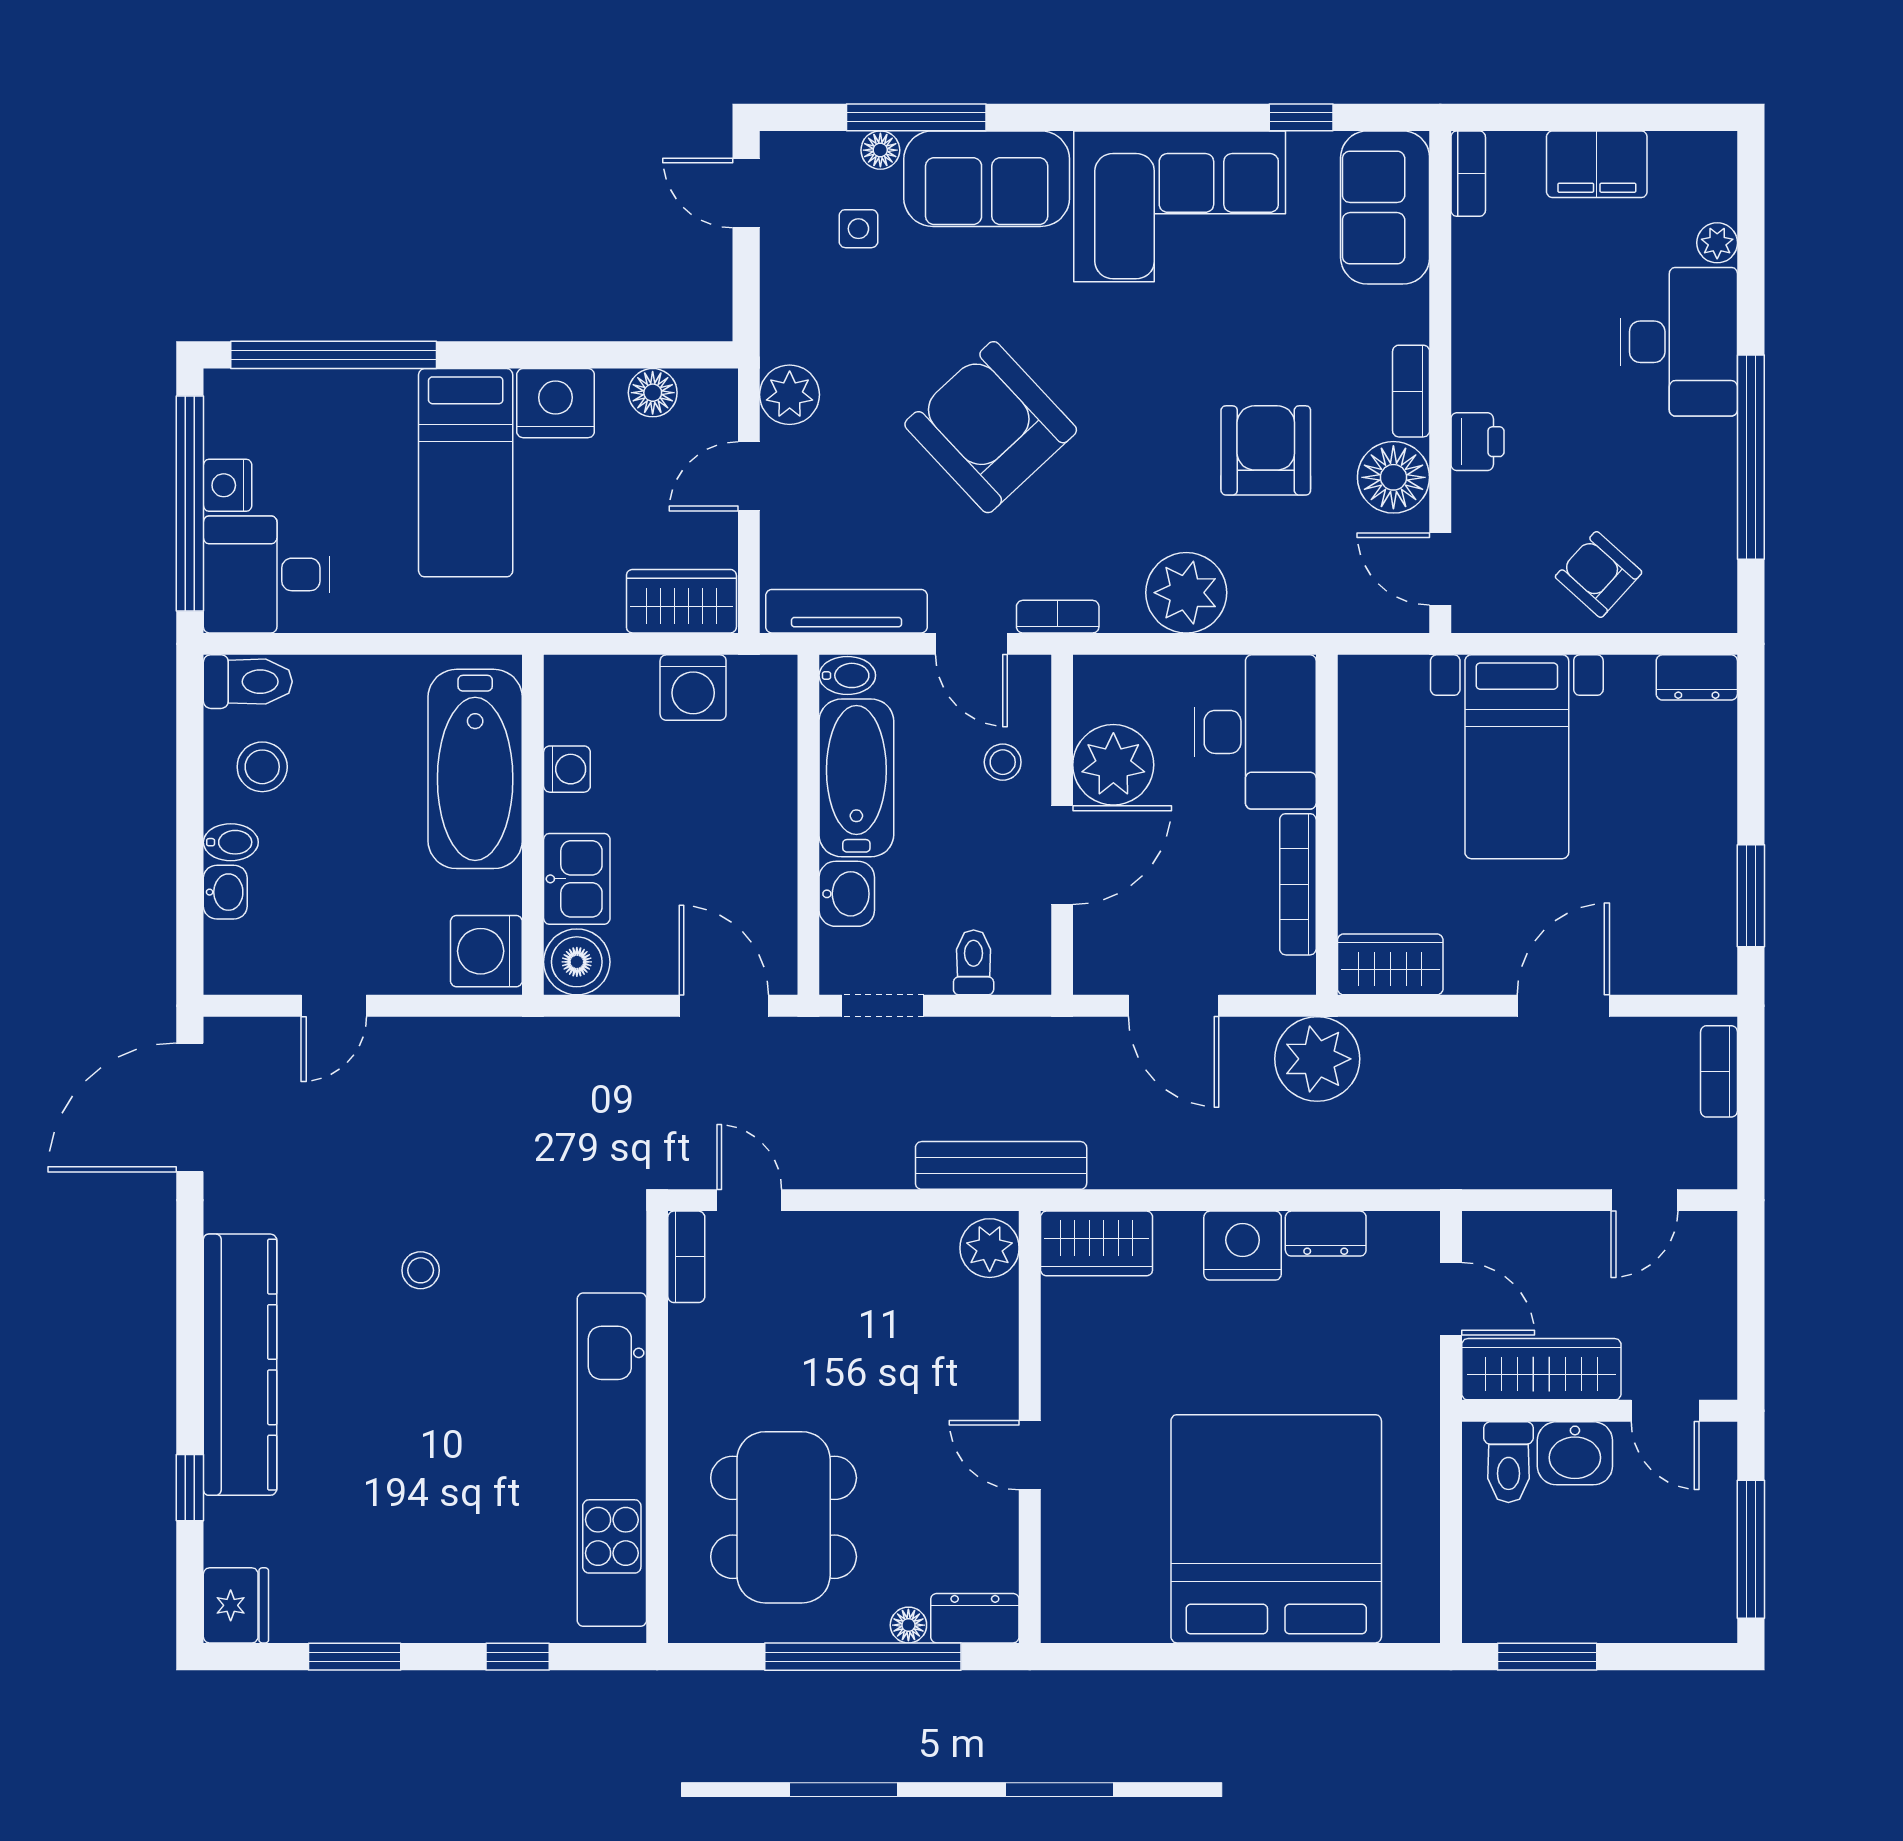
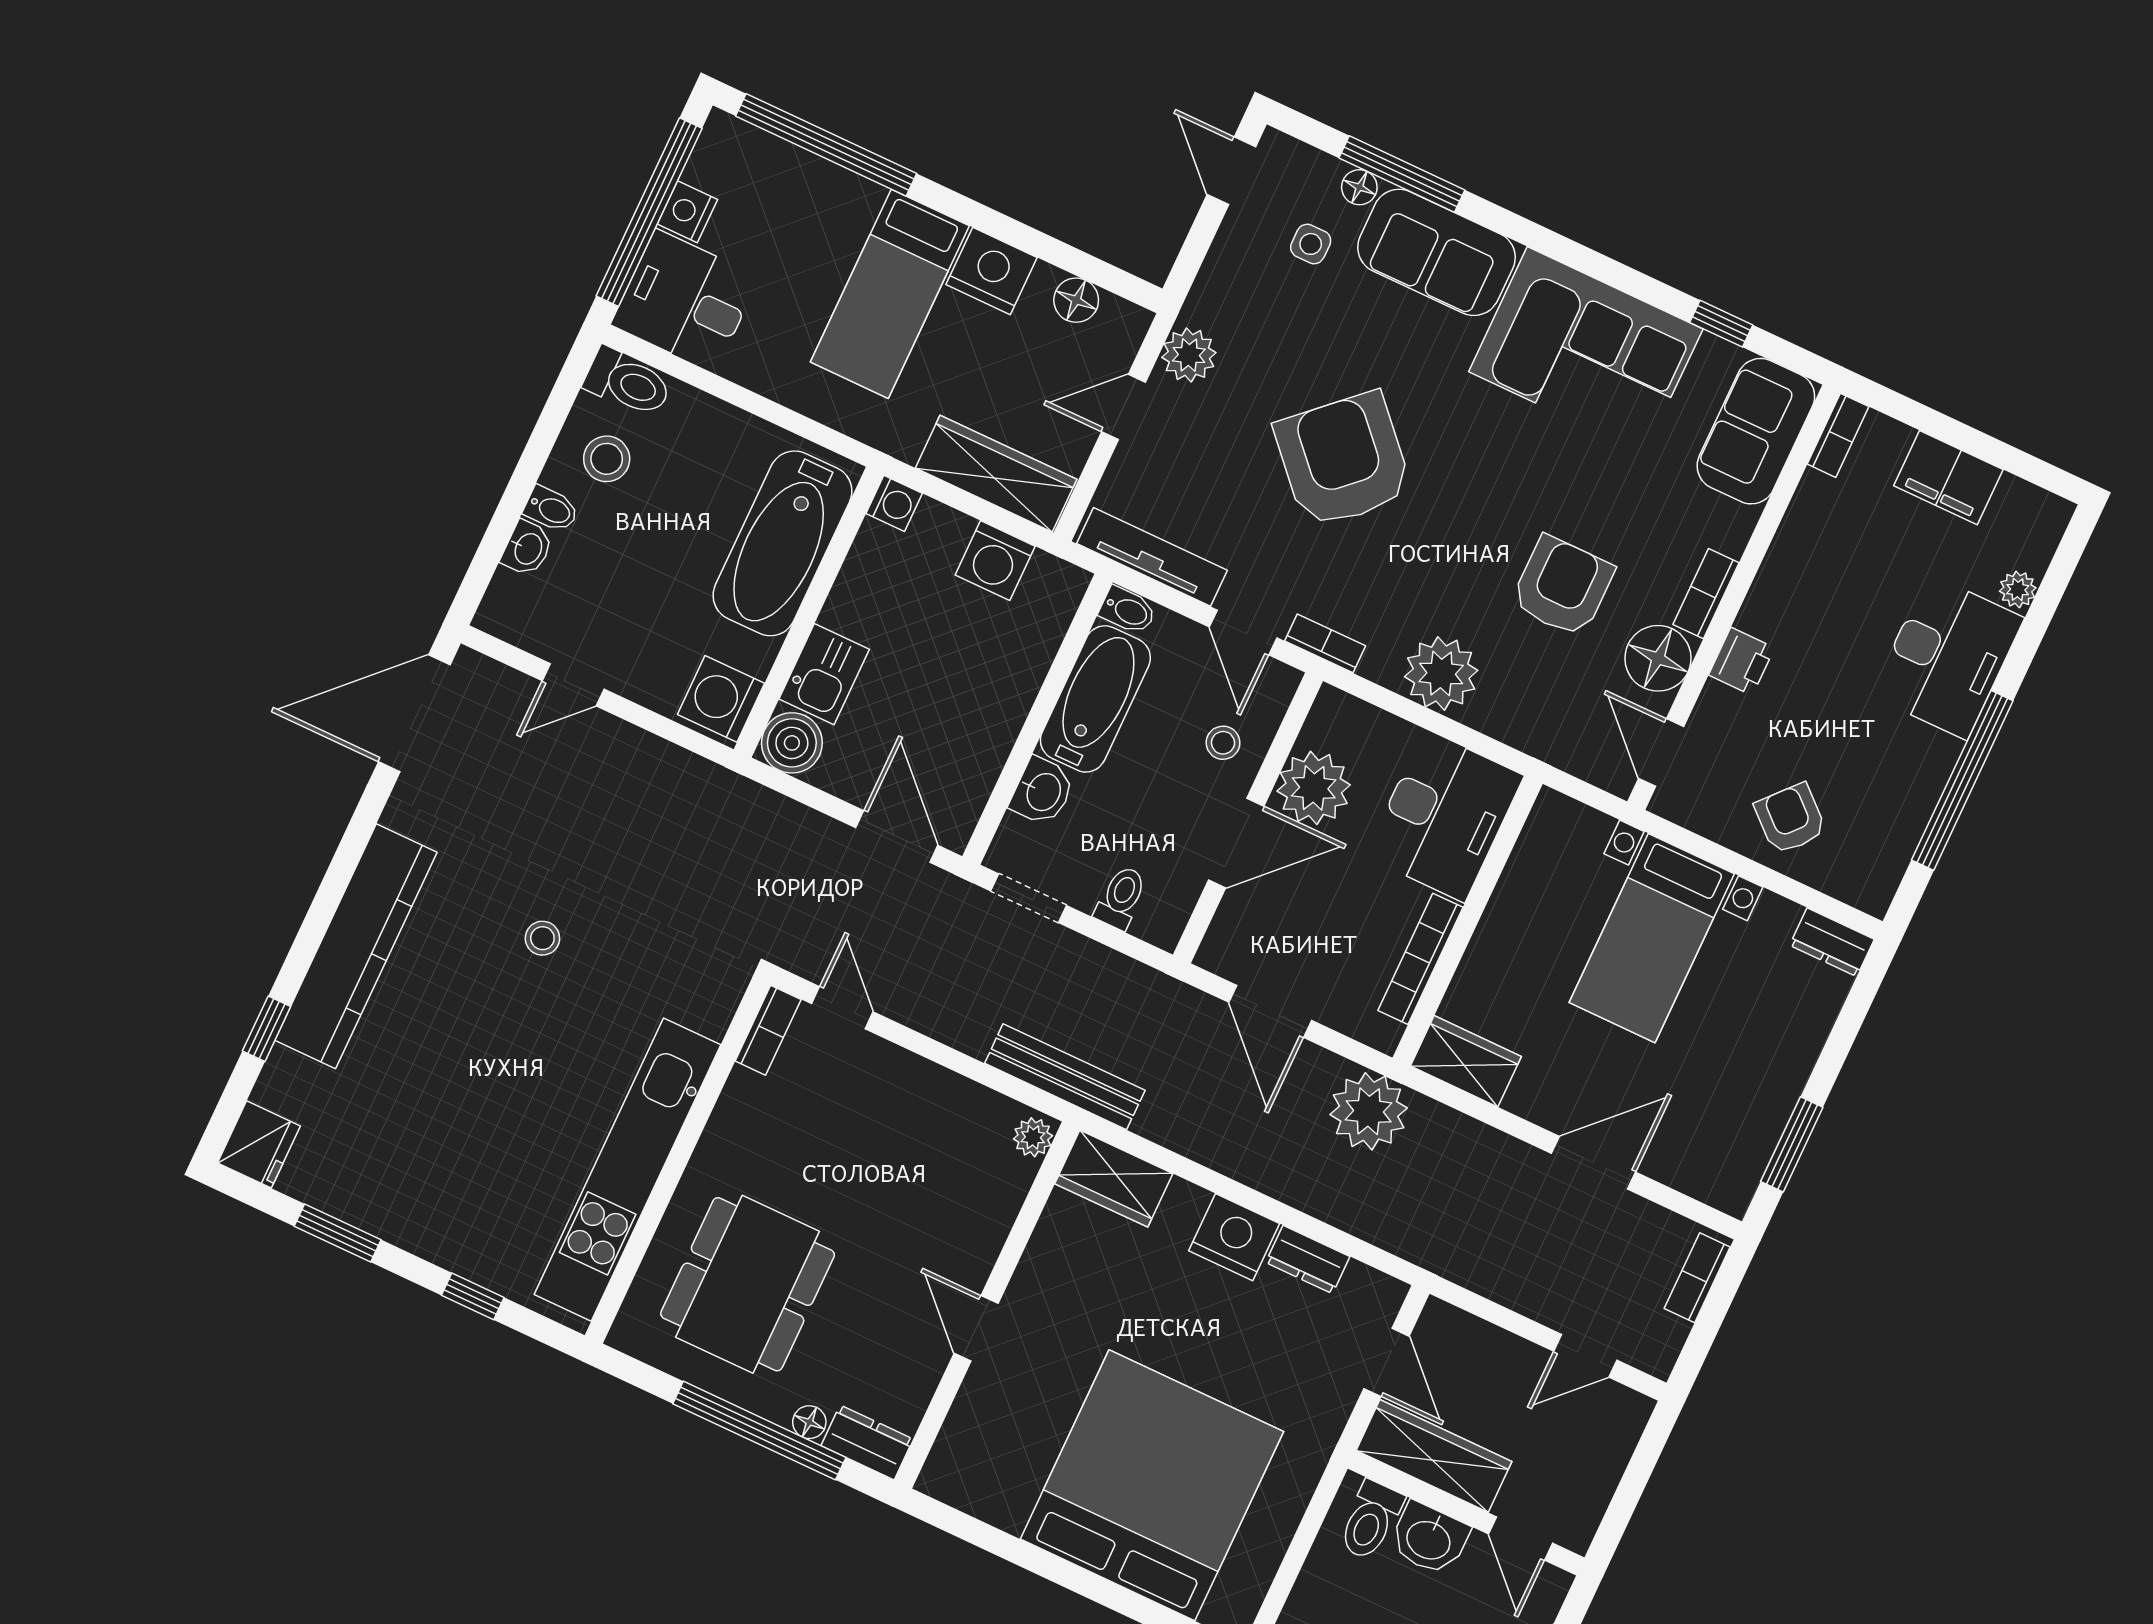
wardrobe: (681, 601) -> (996, 474), width x1.50
washing machine: (567, 769) -> (894, 503), moved
plant: (990, 1248) -> (1033, 1137), width x0.73, depth x0.73

